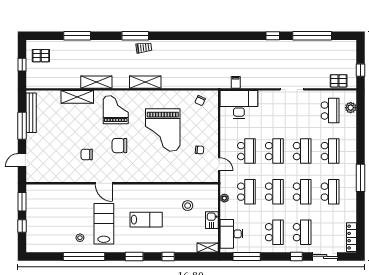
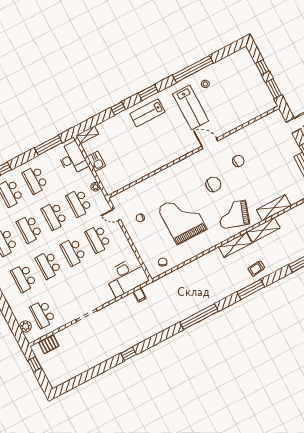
window: (312, 36) -> (199, 317), moved
trolley: (144, 48) -> (257, 268), moved
shelving: (145, 82) -> (235, 245), moved
grand piano: (116, 110) -> (233, 214), turned 108
stool: (188, 206) -> (125, 163), removed
lab bench: (146, 220) -> (147, 113), moved

